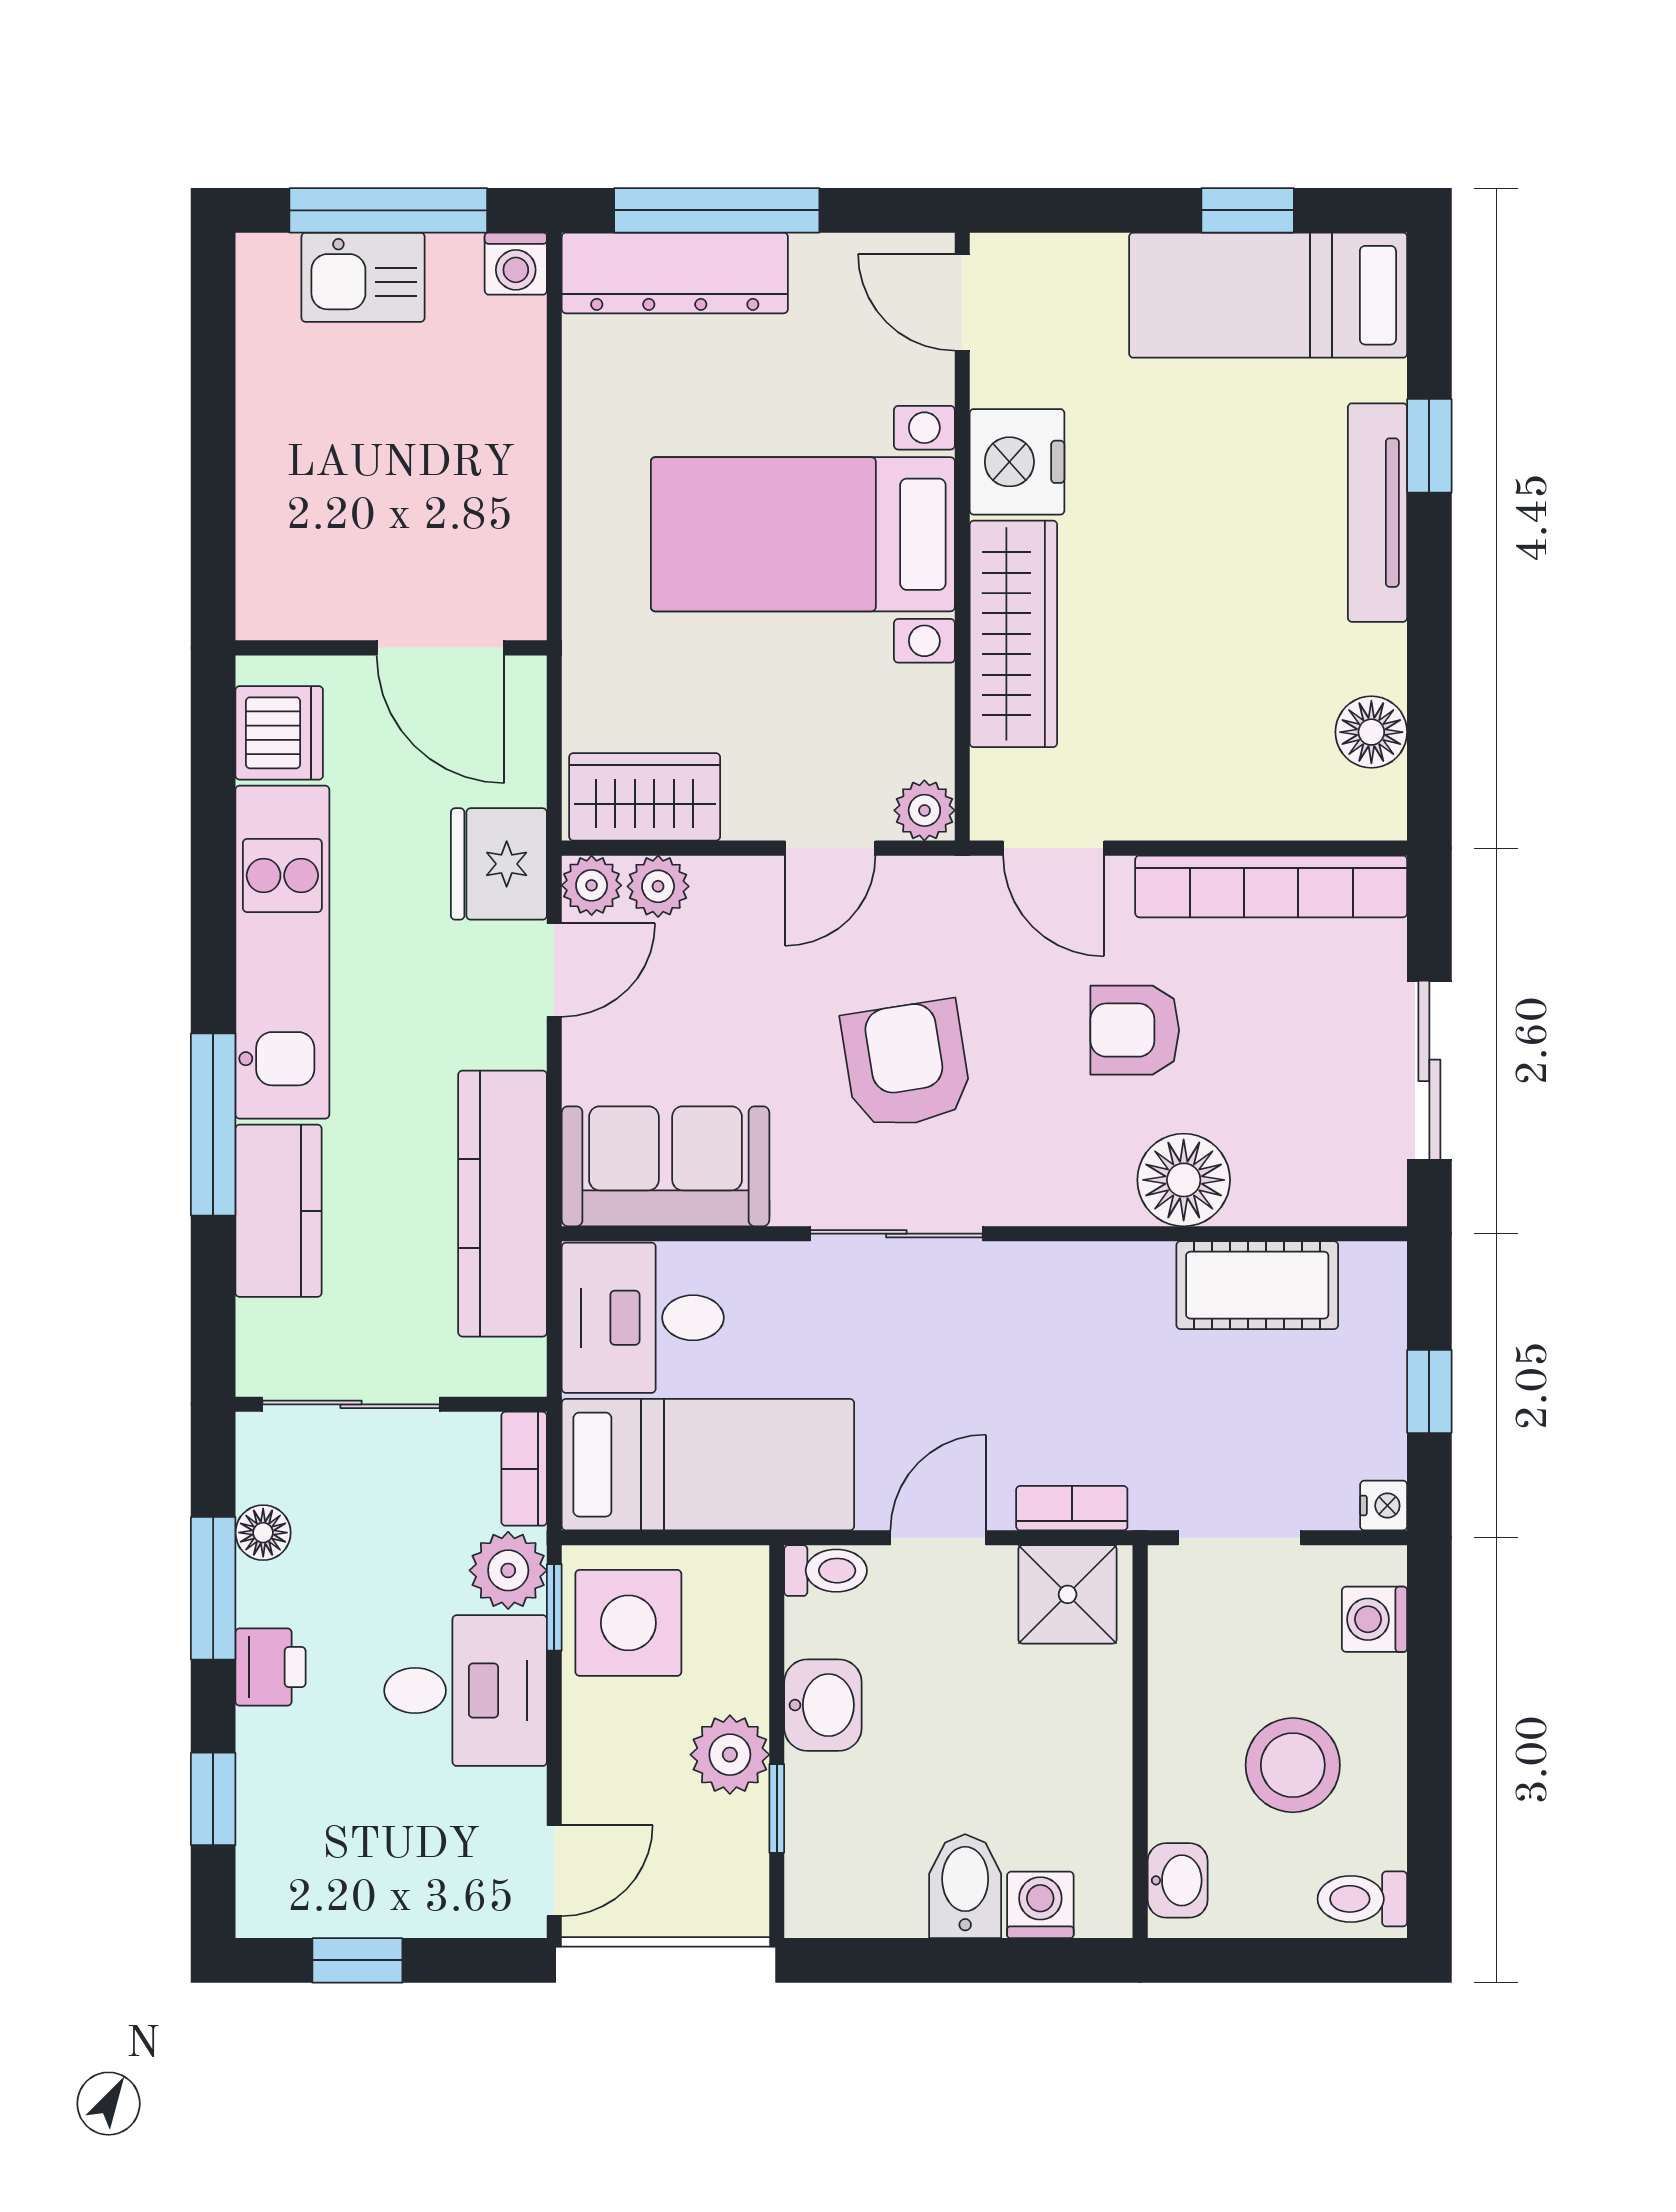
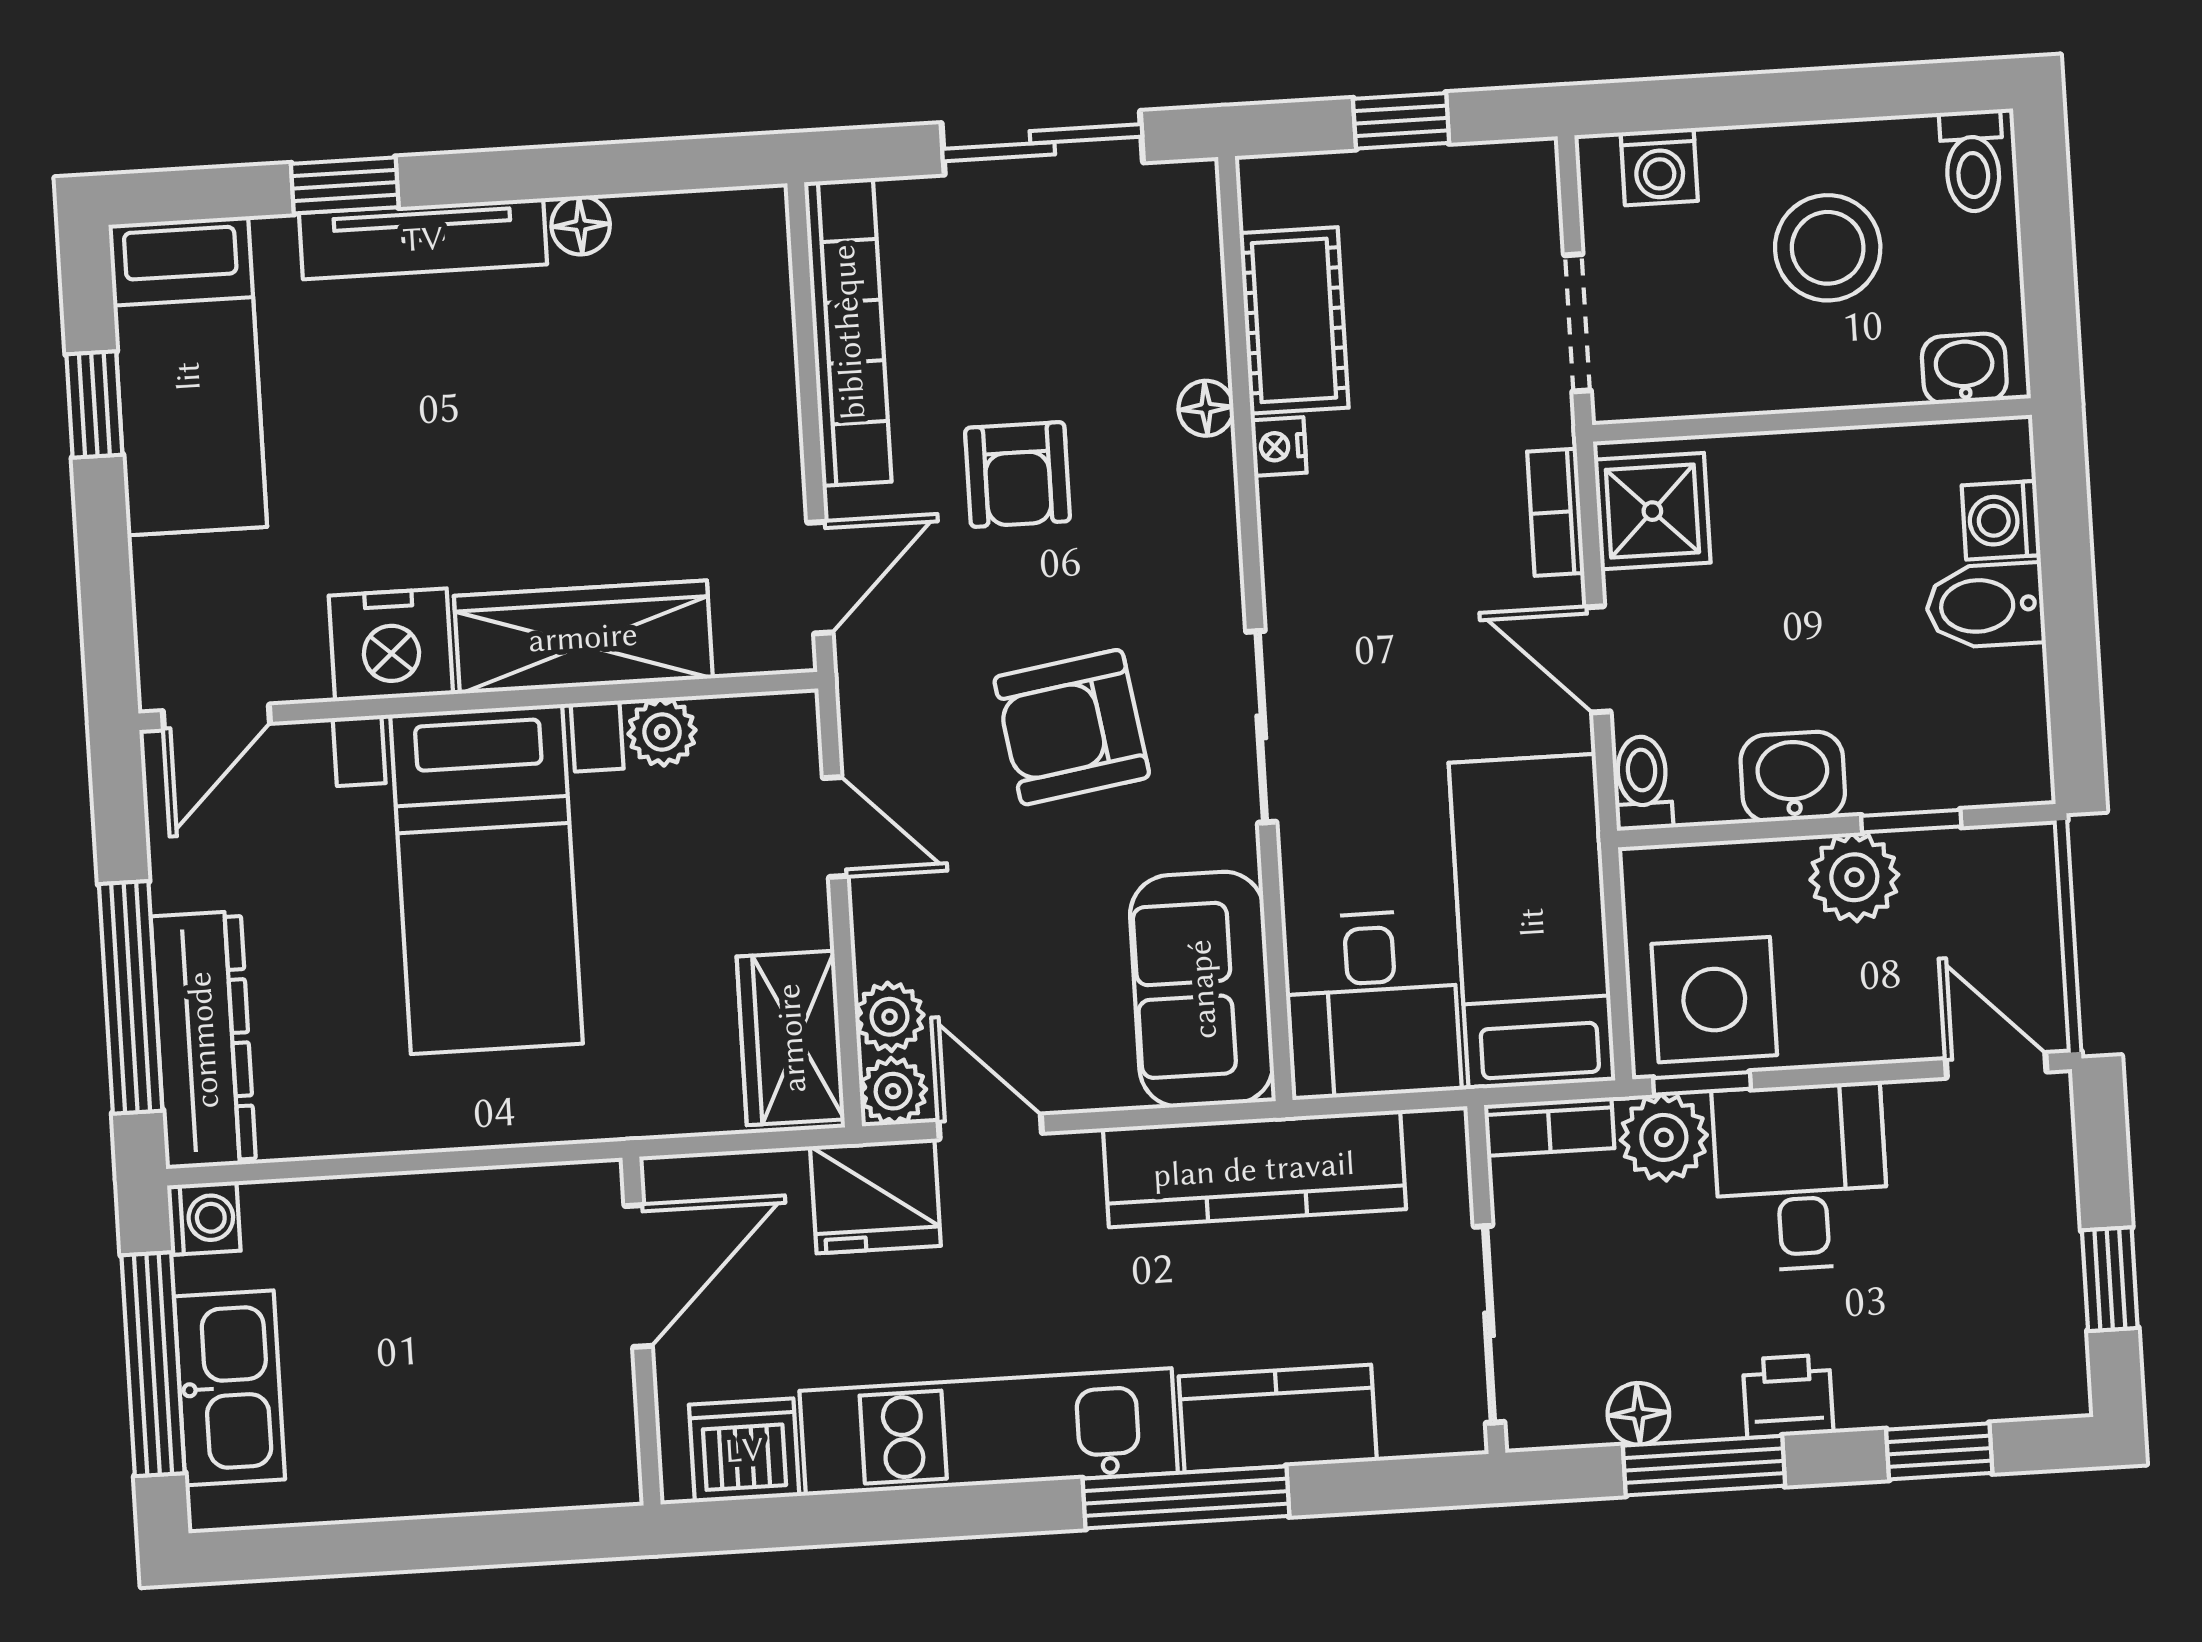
kitchen sink: (363, 277) -> (229, 1388), width x1.38
floor lamp: (1371, 732) -> (581, 225), moved, width x0.73, depth x0.73
plant: (924, 810) -> (662, 732), moved
floor lamp: (1184, 1180) -> (1206, 408), width x0.53, depth x0.53
nightstand: (1384, 1506) -> (1279, 446), moved, turned -90

